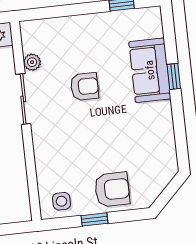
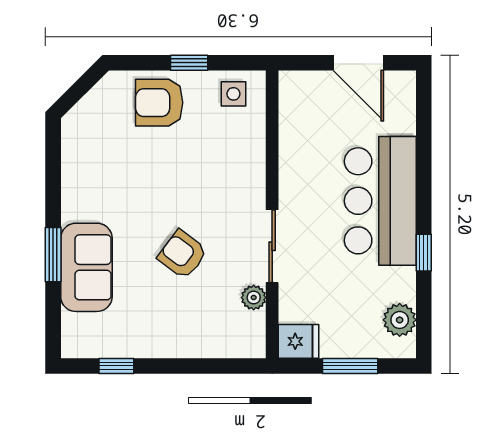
window: (174, 76) -> (53, 255), width x1.50
armchair: (85, 87) -> (182, 254), turned 37

